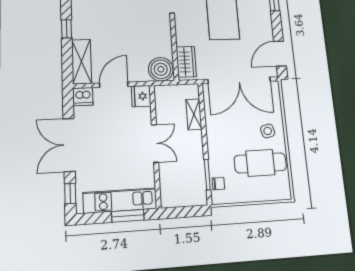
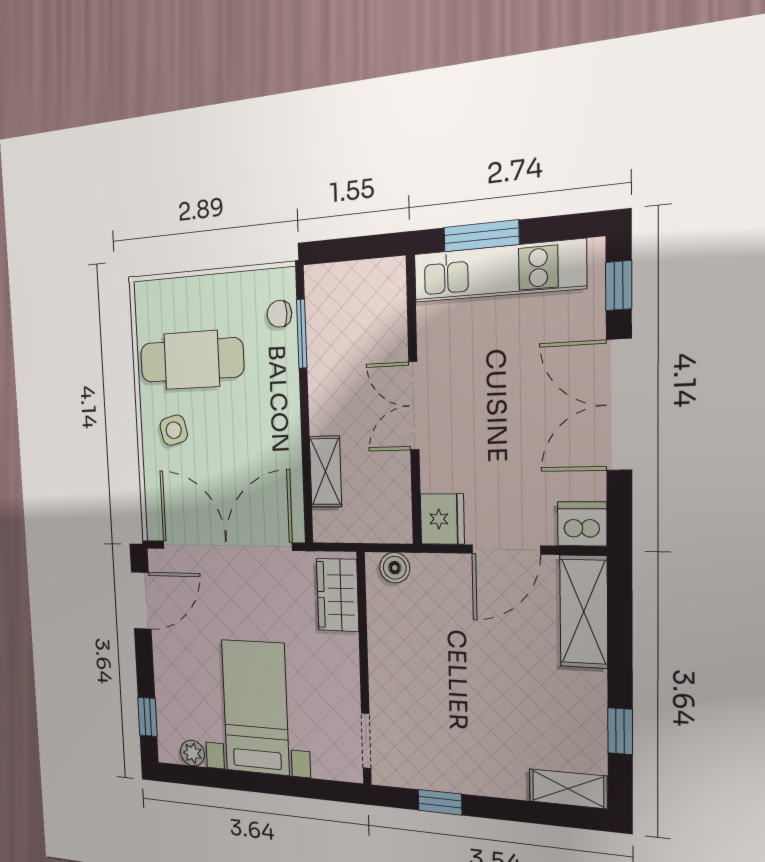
window: (66, 29) -> (620, 731), moved
boiler: (161, 69) -> (395, 568), width x0.54, depth x0.54
double door: (69, 145) -> (619, 405), swing flipped

